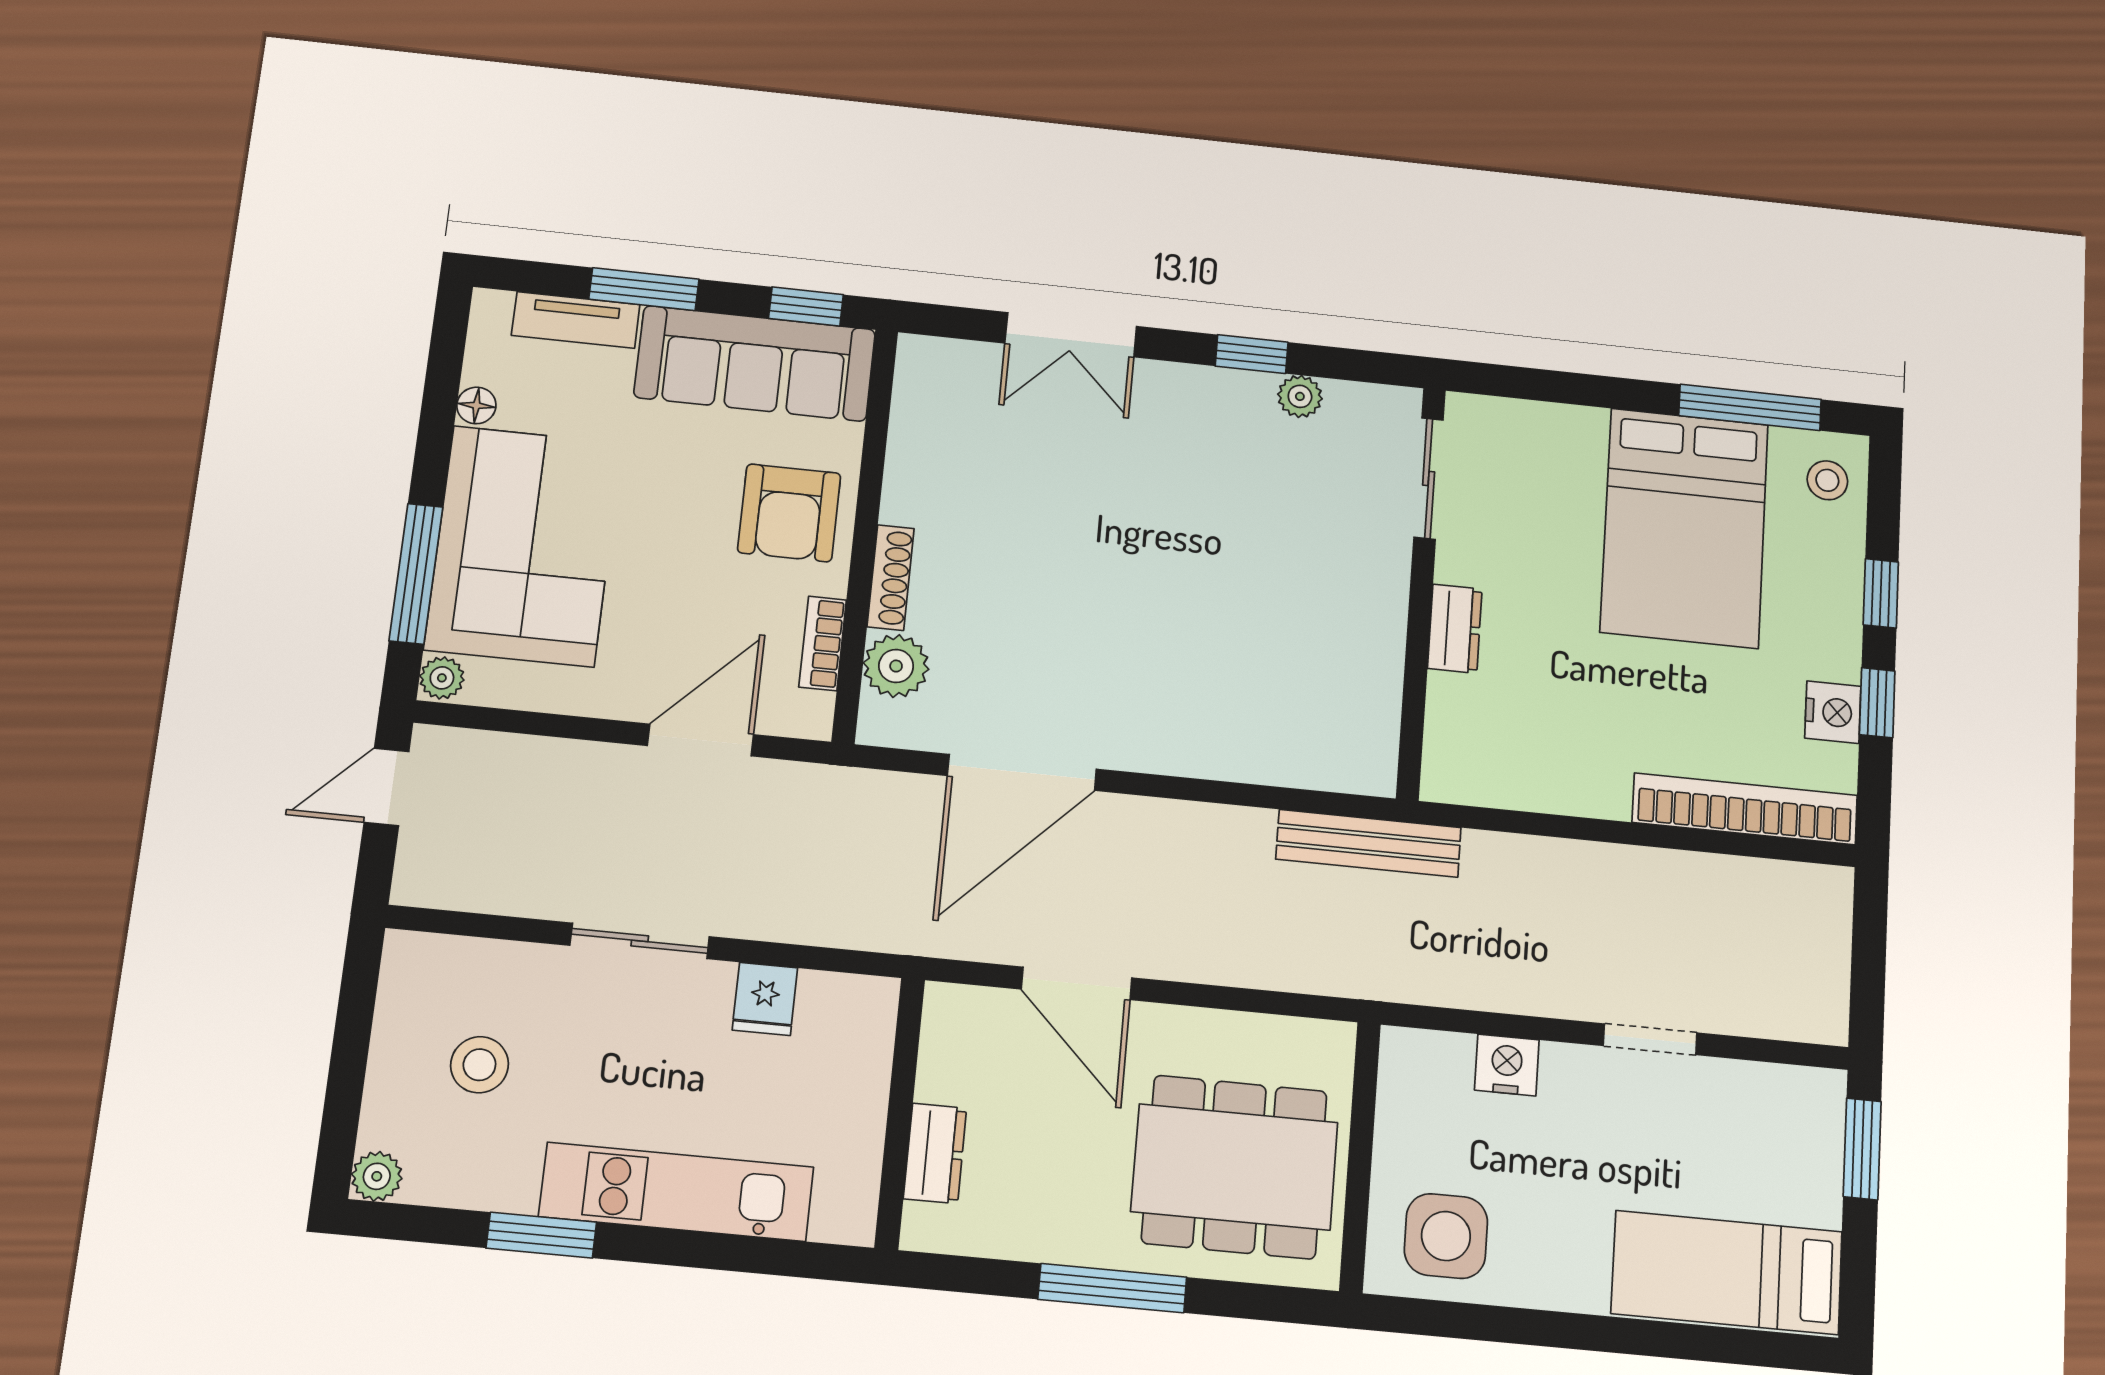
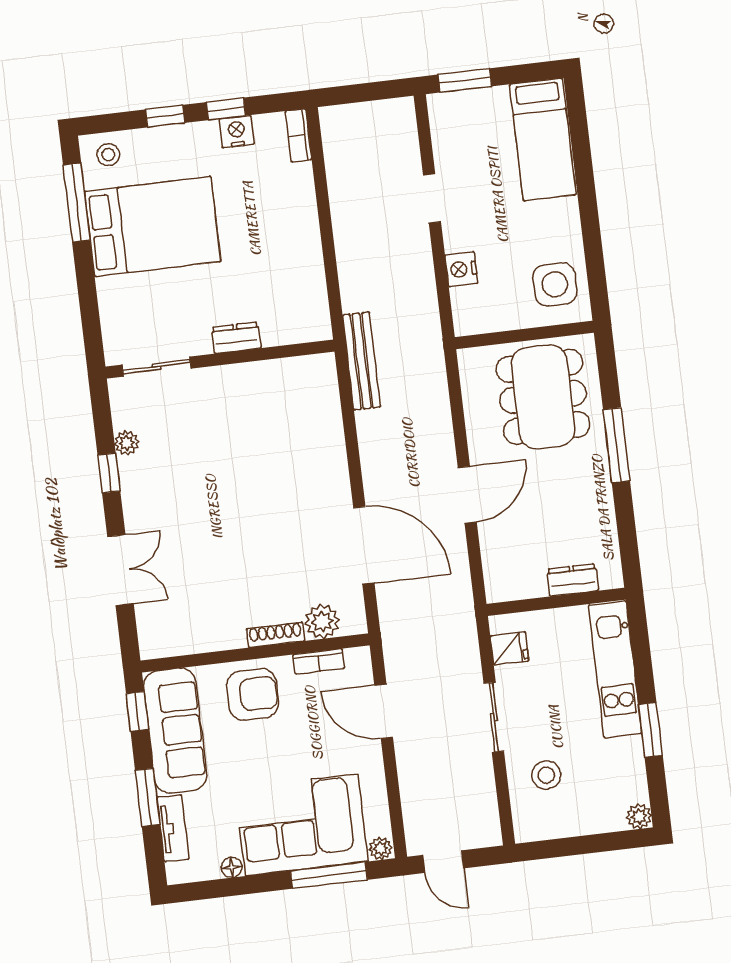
bookcase: (1745, 809) -> (298, 135), width x0.43, depth x0.76
stool: (480, 1065) -> (546, 775), moved
wall: (900, 1113) -> (556, 602), moved
dresser: (935, 1153) -> (573, 580), moved

